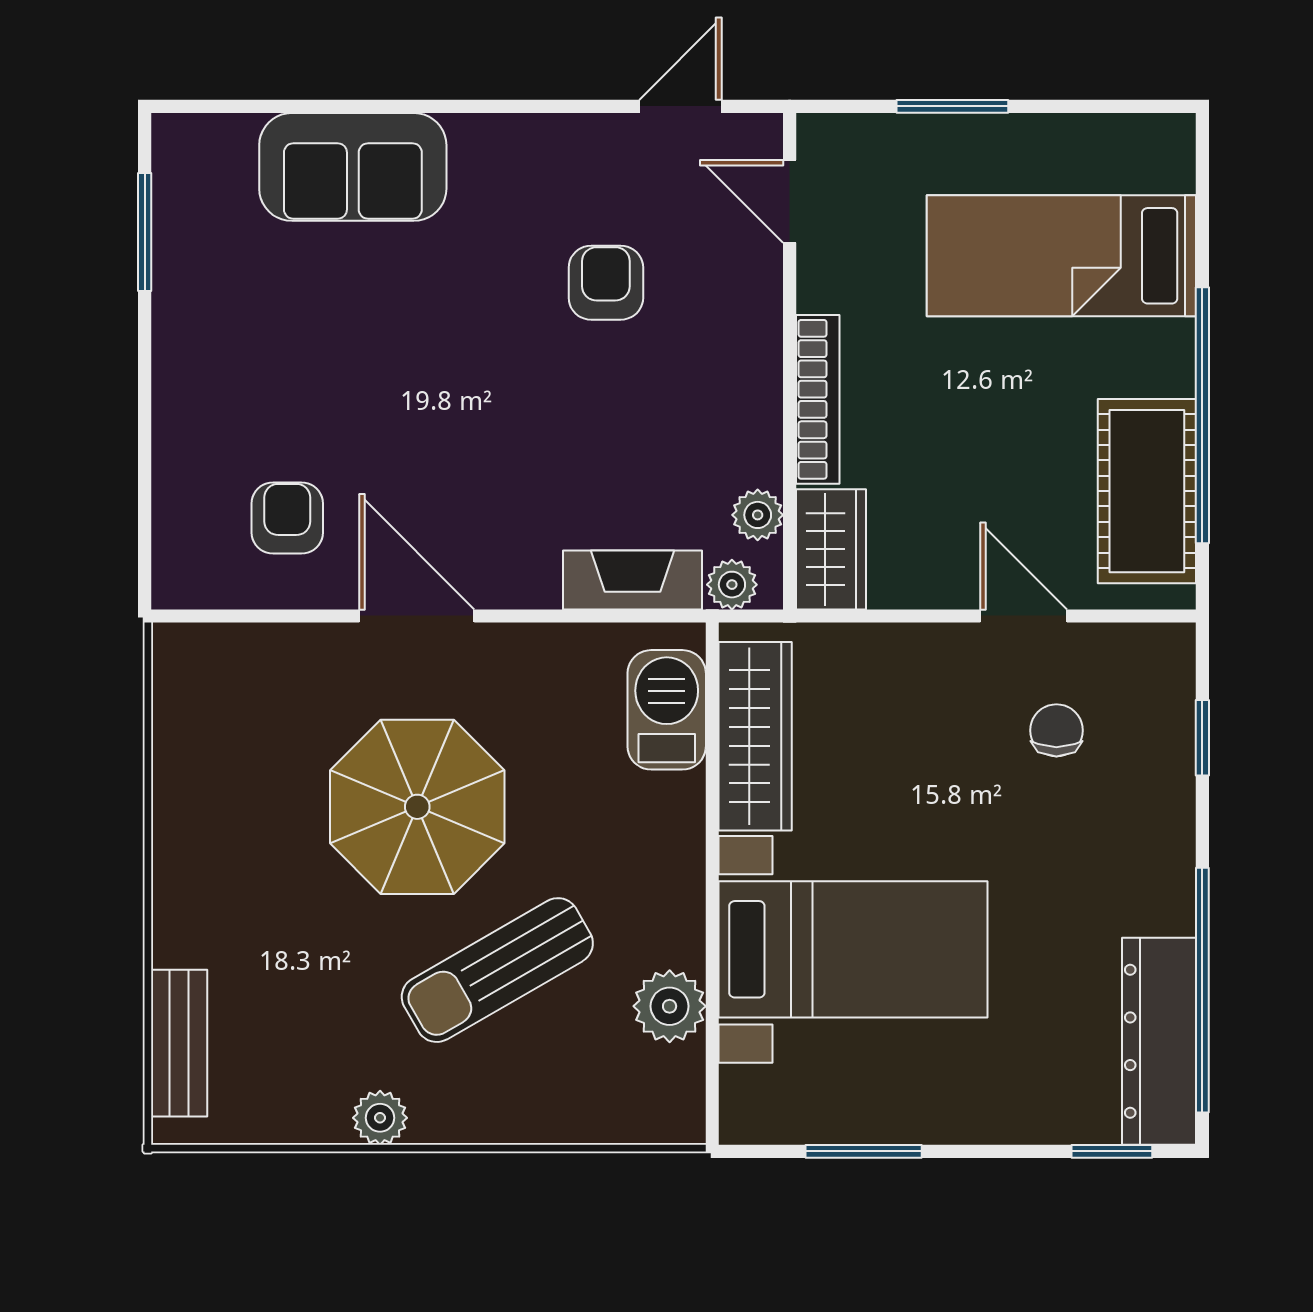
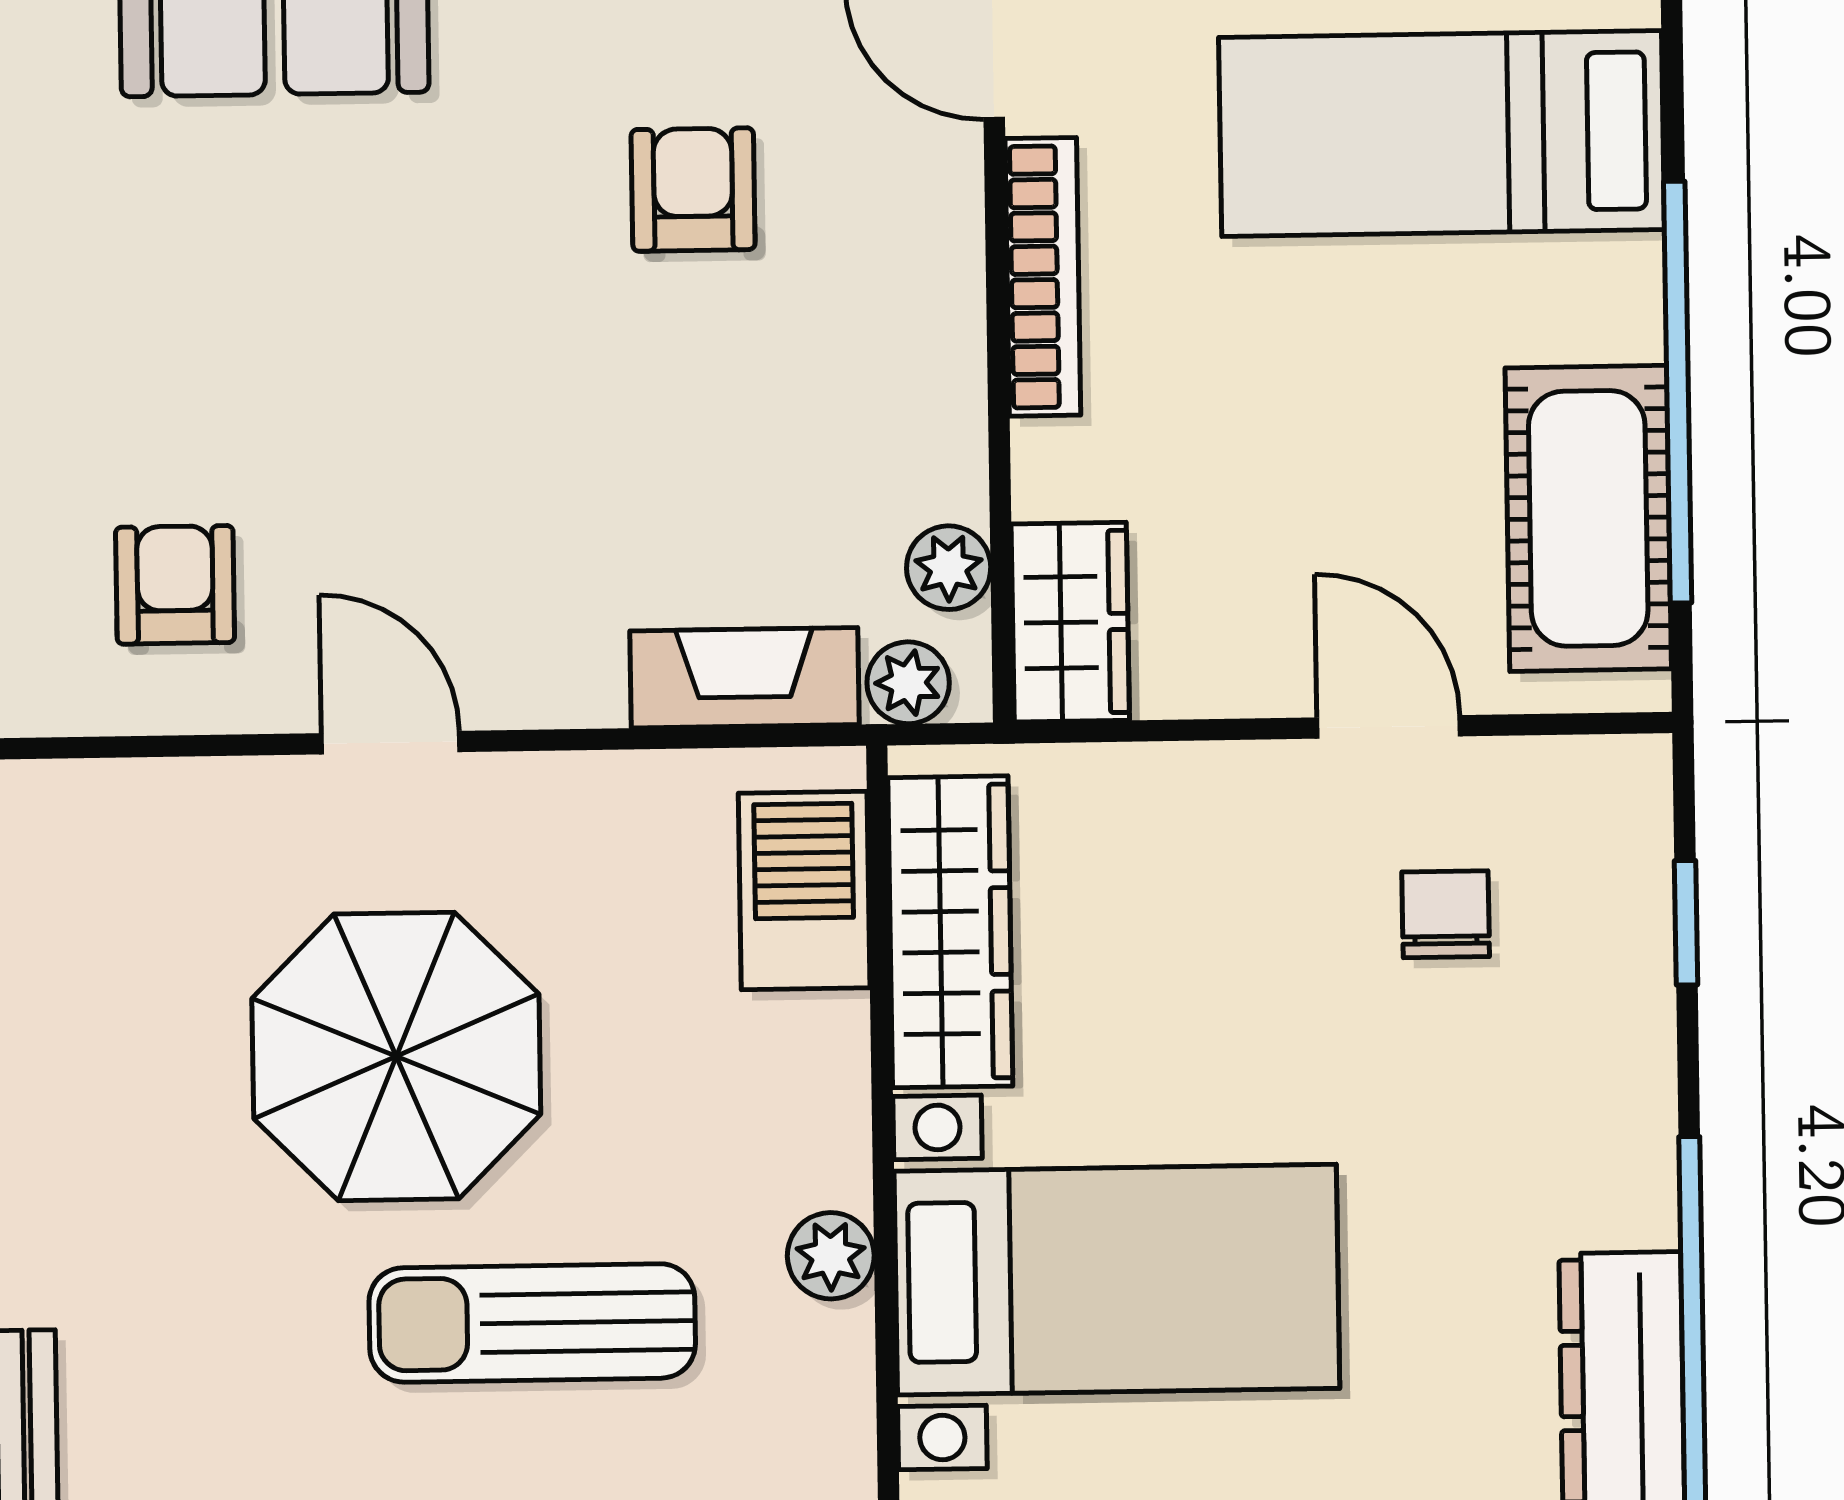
bookcase: (818, 399) -> (1043, 277), moved
door: (417, 616) -> (391, 743), width x0.73
sun lounger: (497, 970) -> (532, 1323), turned 30
plant: (670, 1006) -> (831, 1256), moved, width x0.73, depth x0.73

